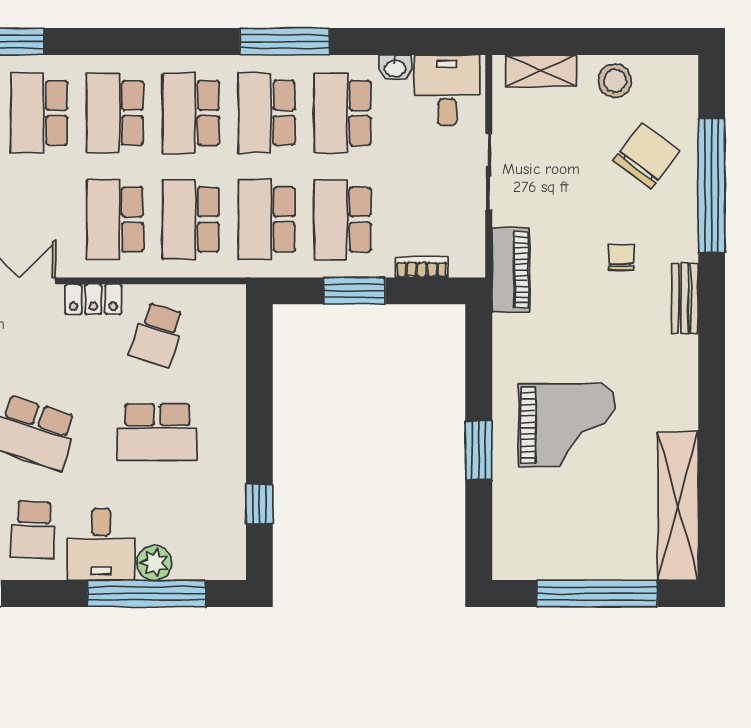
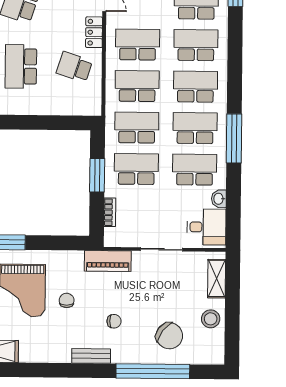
chair: (584, 344) -> (67, 300), added

